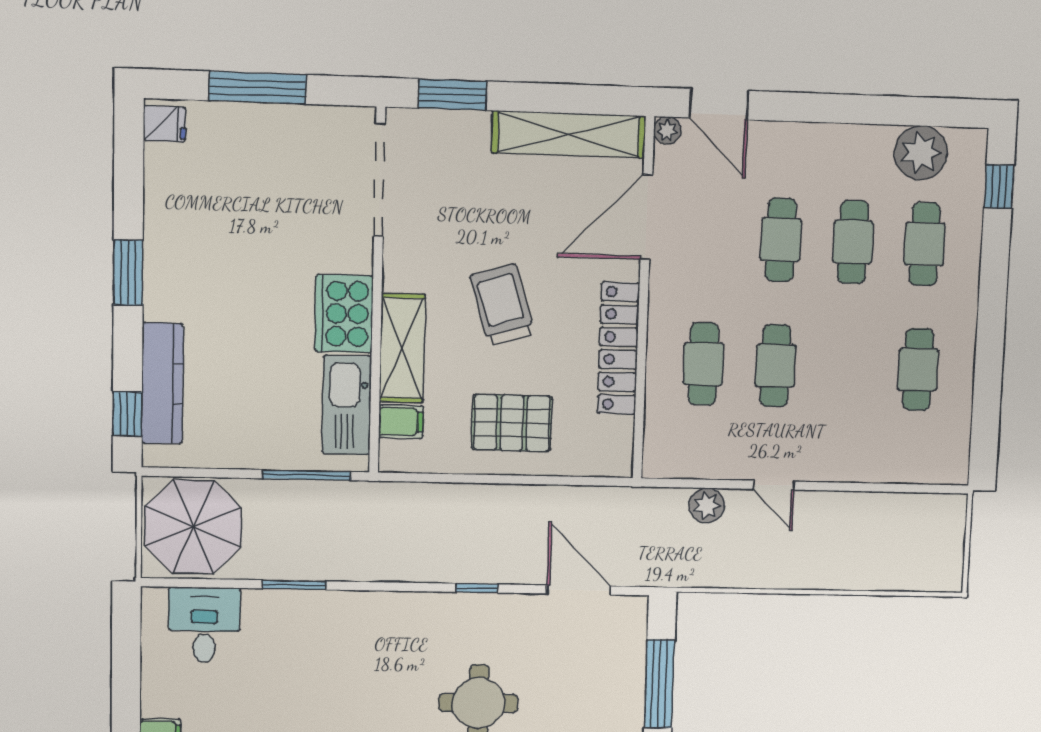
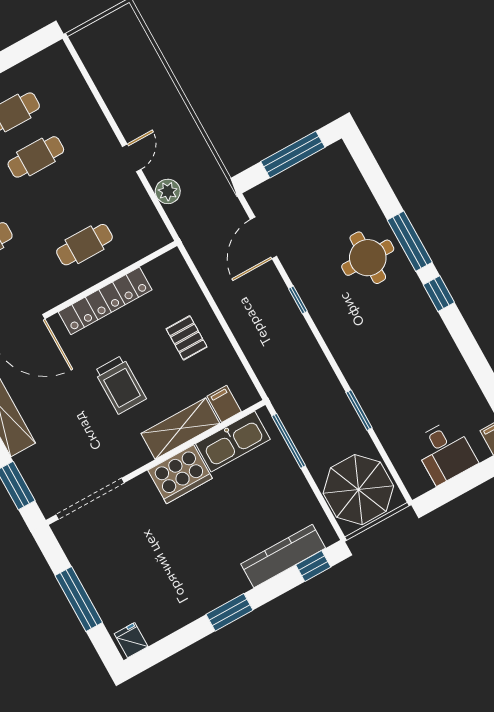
trolley: (502, 305) -> (120, 385), turned -73
cafe table: (775, 366) -> (36, 157), moved
pallet: (512, 423) -> (187, 338), width x0.67, depth x0.71
desk: (204, 625) -> (445, 452), moved, turned -90

